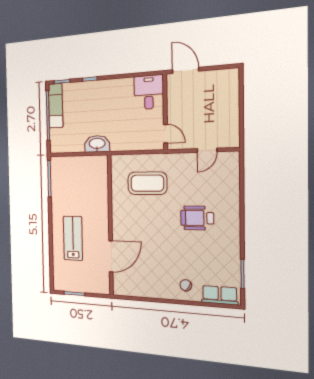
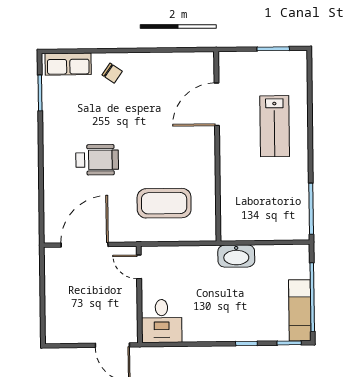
door: (207, 150) -> (85, 245), width x1.88

